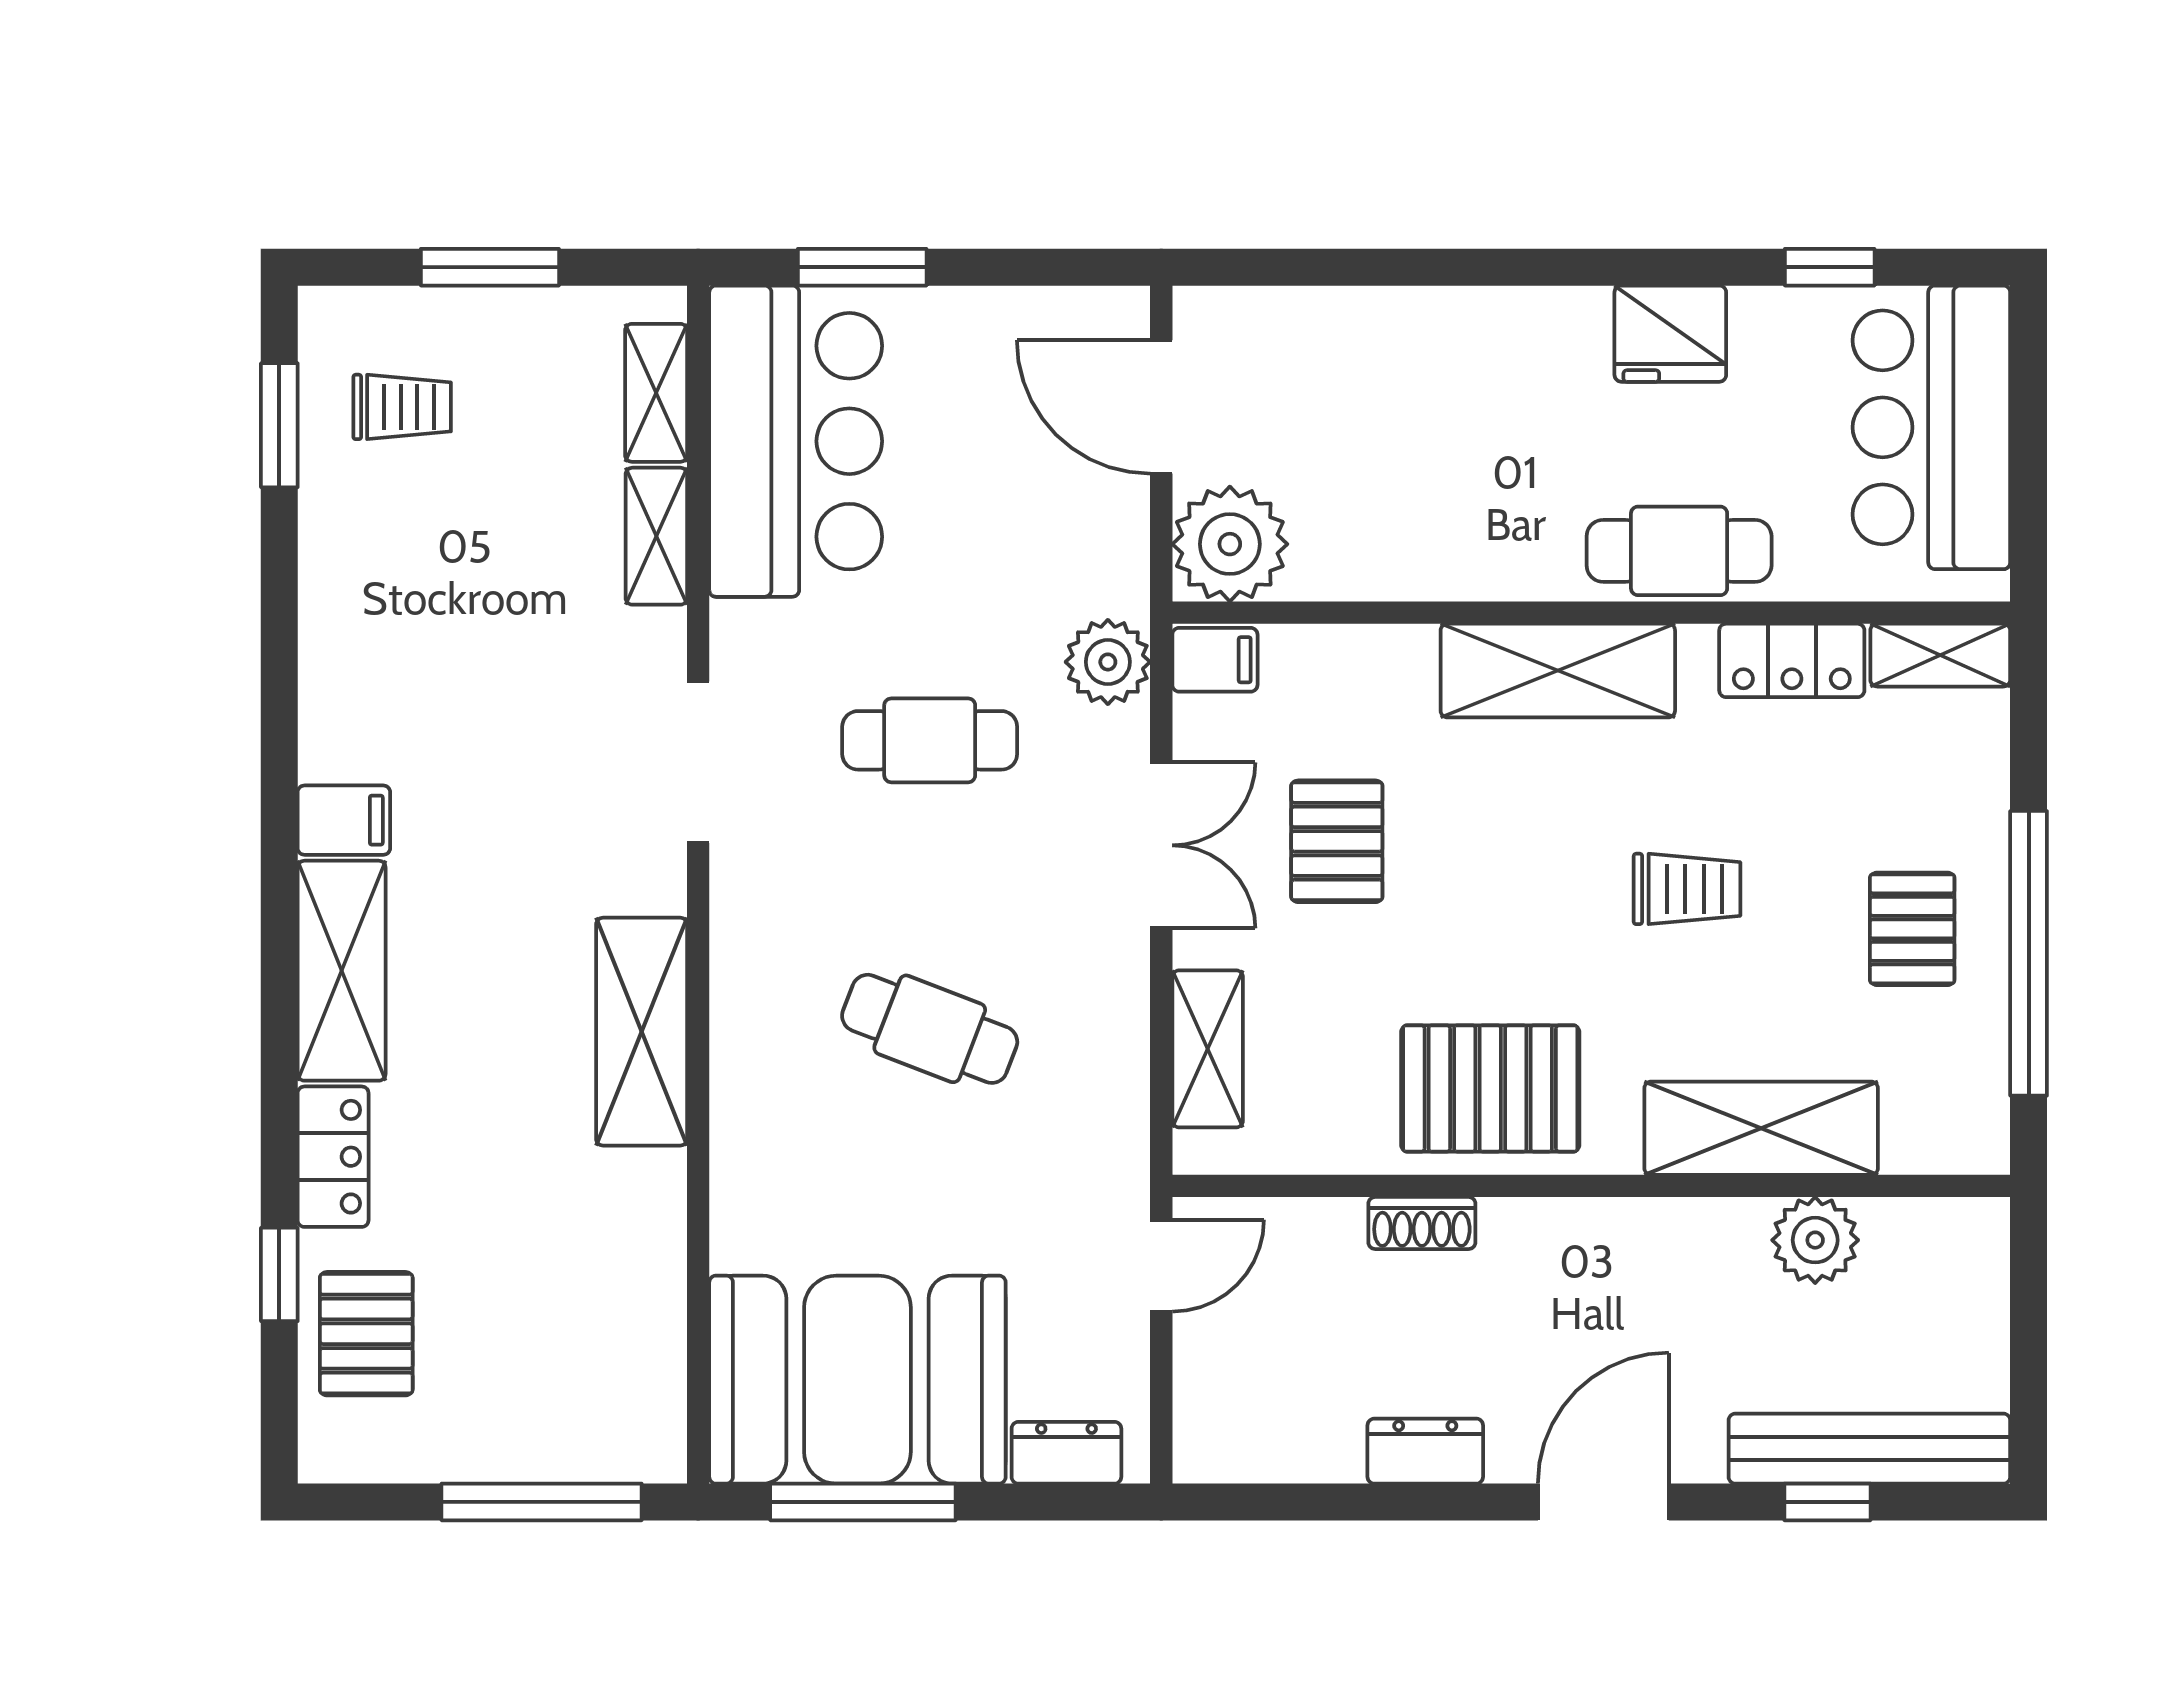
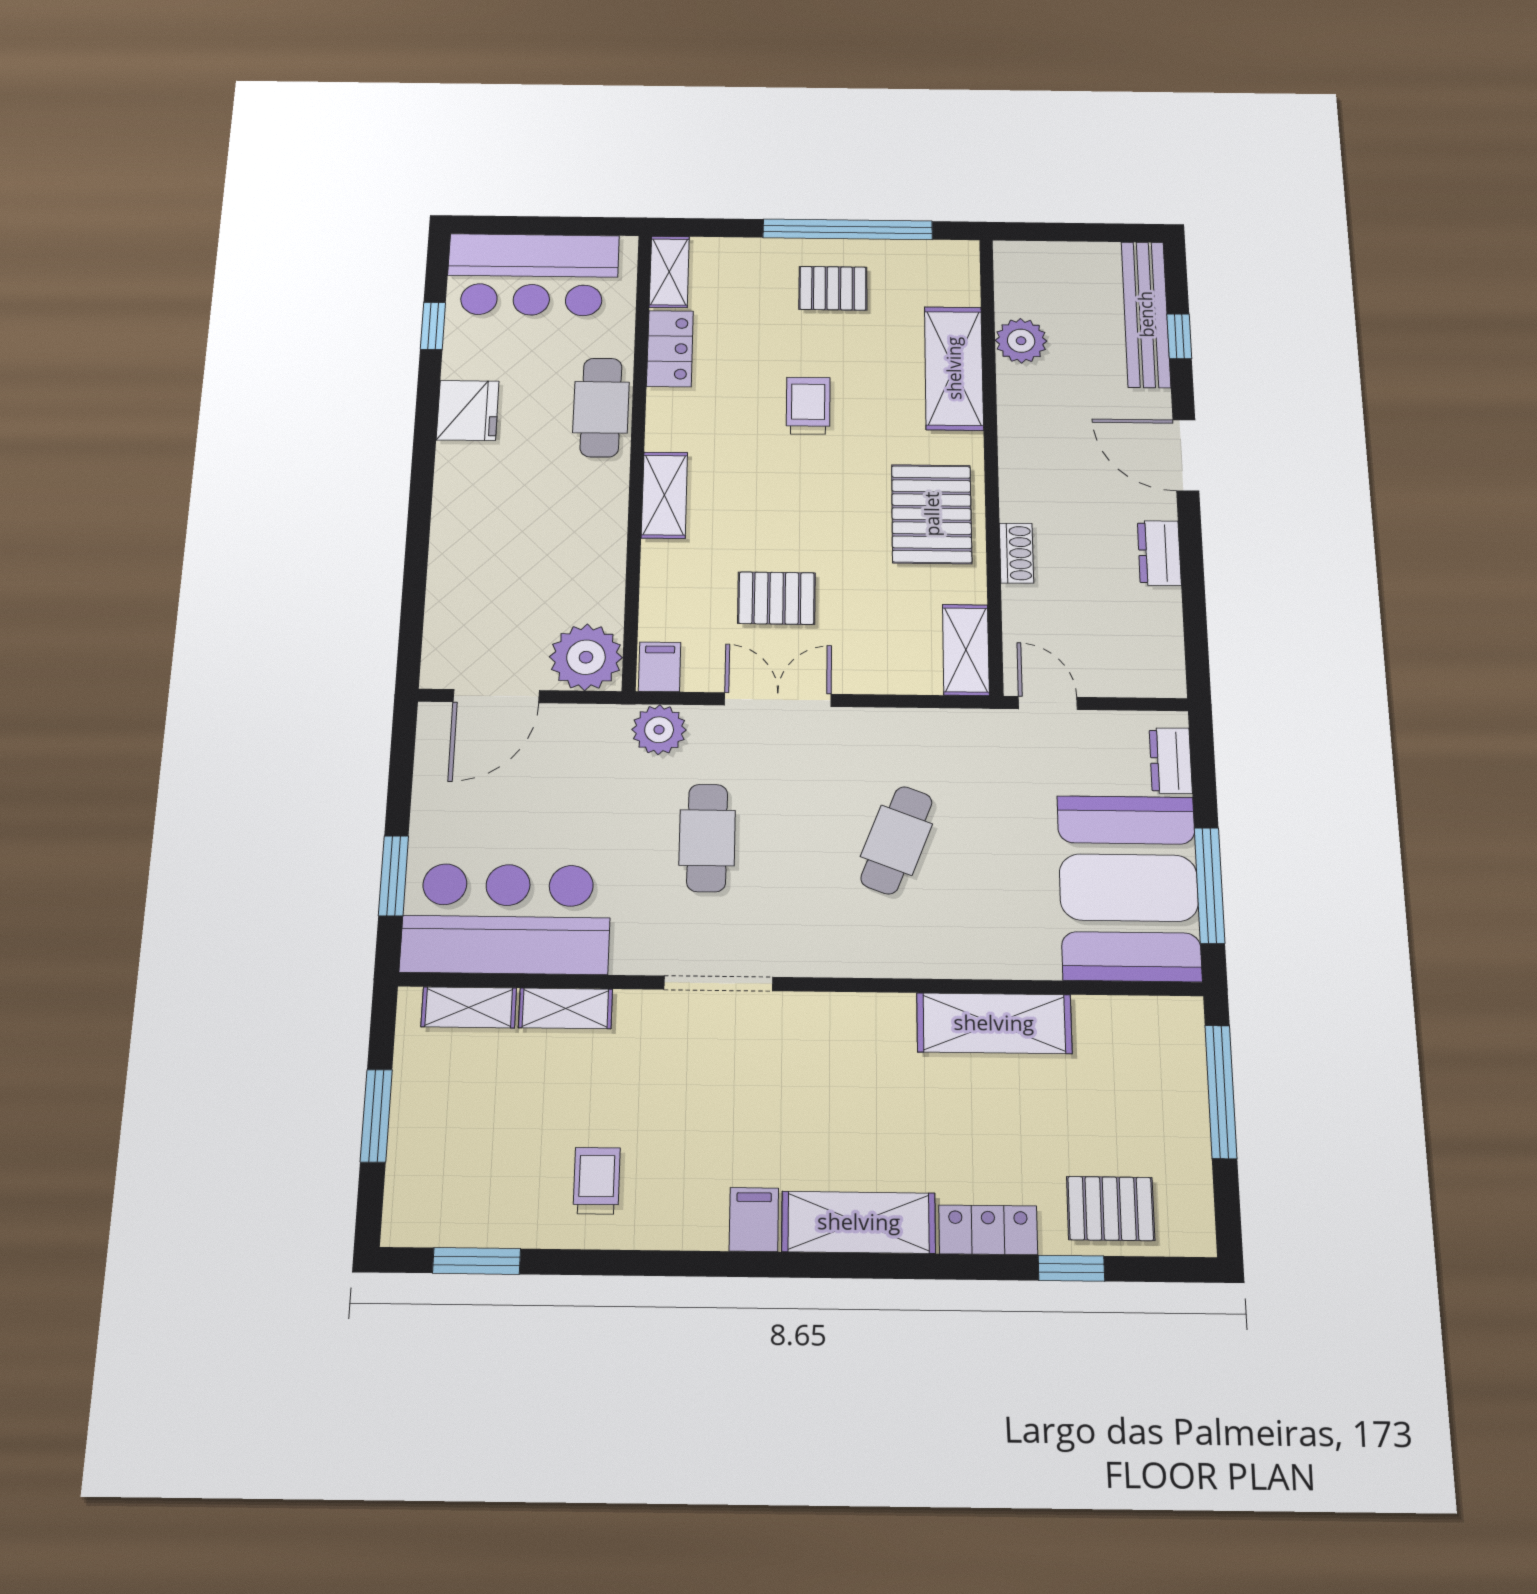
trolley: (402, 407) -> (597, 1181), moved
shelving: (1558, 671) -> (664, 495), width x0.67, depth x0.75
shelving: (642, 1032) -> (994, 1023), moved
shelving: (1208, 1049) -> (966, 650), moved, turned 90

